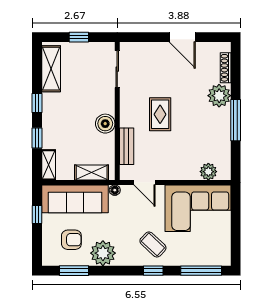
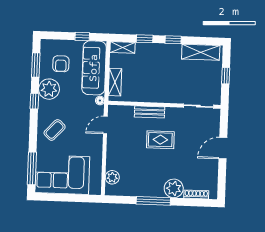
door: (182, 37) -> (223, 148), moved
boiler: (105, 124) -> (154, 95), removed
bench: (127, 146) -> (150, 112), moved
corner sofa: (198, 208) -> (62, 175), moved, turned 90
window: (153, 271) -> (34, 101), moved

